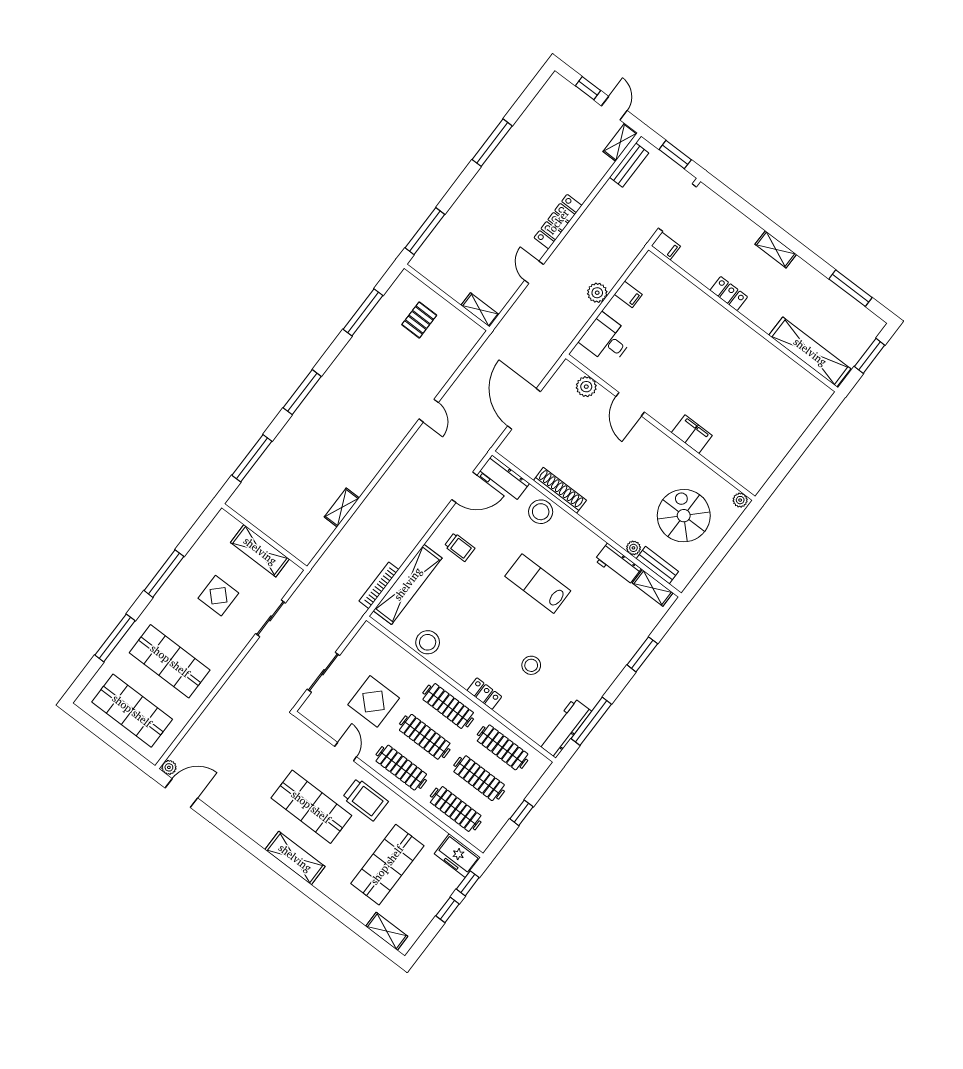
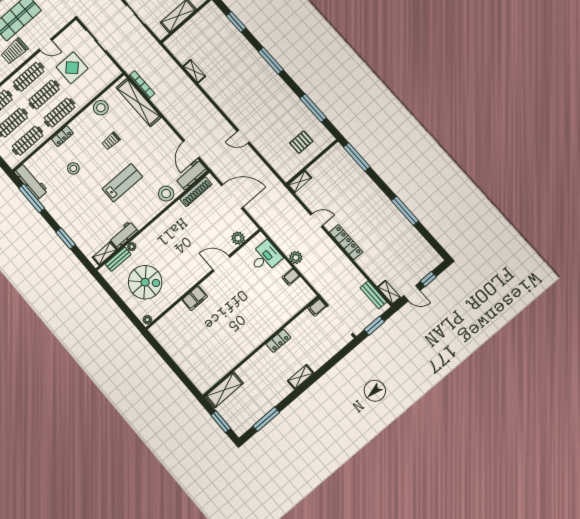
pallet: (419, 320) -> (301, 142), turned 90
shelving: (810, 352) -> (224, 390), width x0.68
window: (252, 458) -> (236, 22), width x0.69
shoe rack: (560, 490) -> (196, 192), moved
trolley: (460, 547) -> (111, 141), moved

